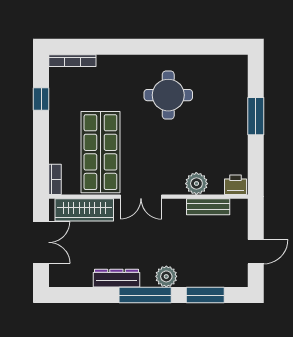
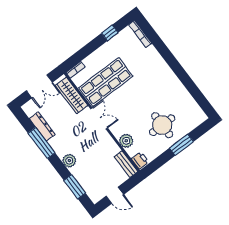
round table: (168, 95) -> (162, 125), moved
double door: (141, 197) -> (99, 118), swing flipped
bench: (208, 207) -> (126, 164), moved
dresser: (116, 278) -> (42, 127), moved
window: (145, 295) -> (41, 143), moved

